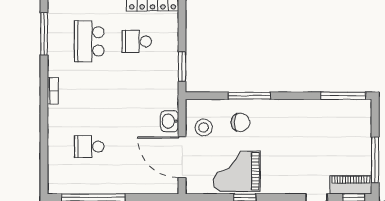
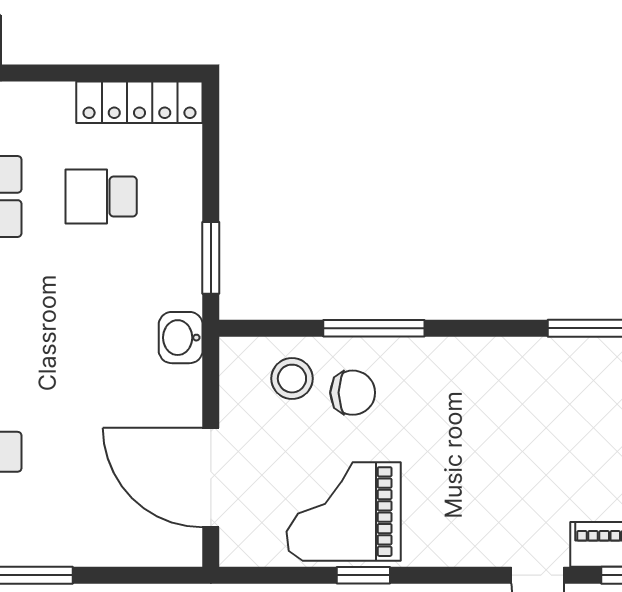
washbasin: (170, 121) -> (181, 338), moved
stool: (204, 127) -> (292, 379), moved

